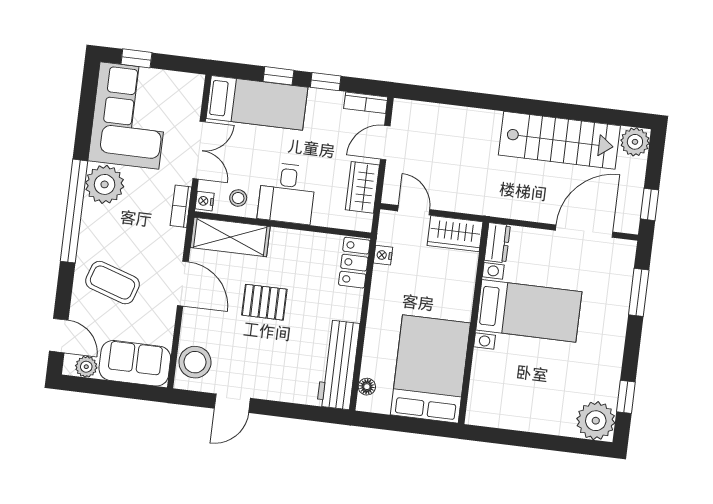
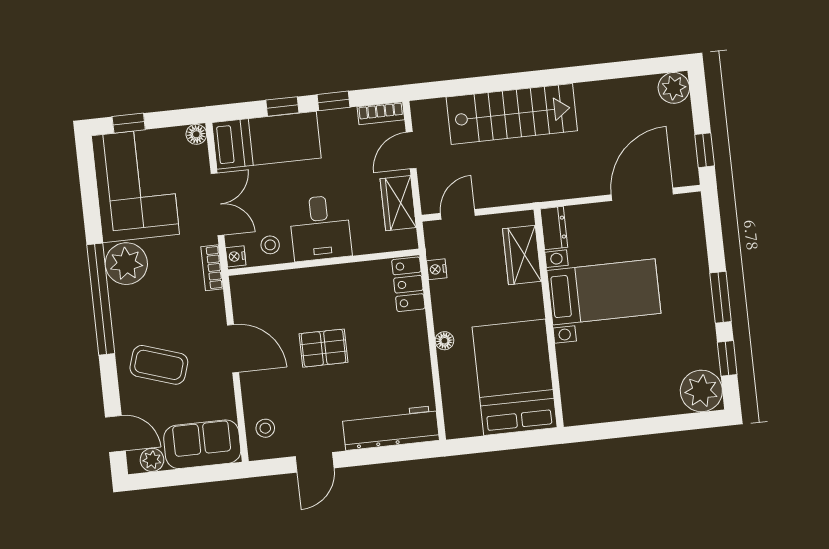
floor lamp: (195, 83) -> (196, 134), added
stairs: (559, 140) -> (512, 114), moved
door: (414, 210) -> (458, 214), hinge flipped
wardrobe: (455, 234) -> (522, 255), moved, turned 90
shelving: (230, 237) -> (272, 288), removed
window: (639, 292) -> (721, 297), moved
stool: (195, 362) -> (265, 428), width x0.53, depth x0.53
workbench: (338, 365) -> (391, 428), moved, turned 90
floor lamp: (367, 387) -> (444, 341), moved

